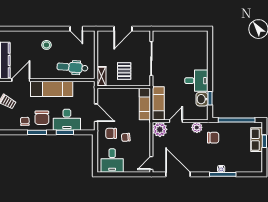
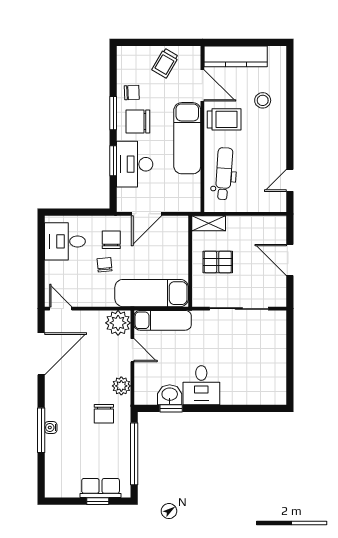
stool: (46, 45) -> (263, 100), moved
trolley: (41, 67) -> (224, 119), added
exam couch: (145, 104) -> (152, 293), width x1.36, depth x1.45

